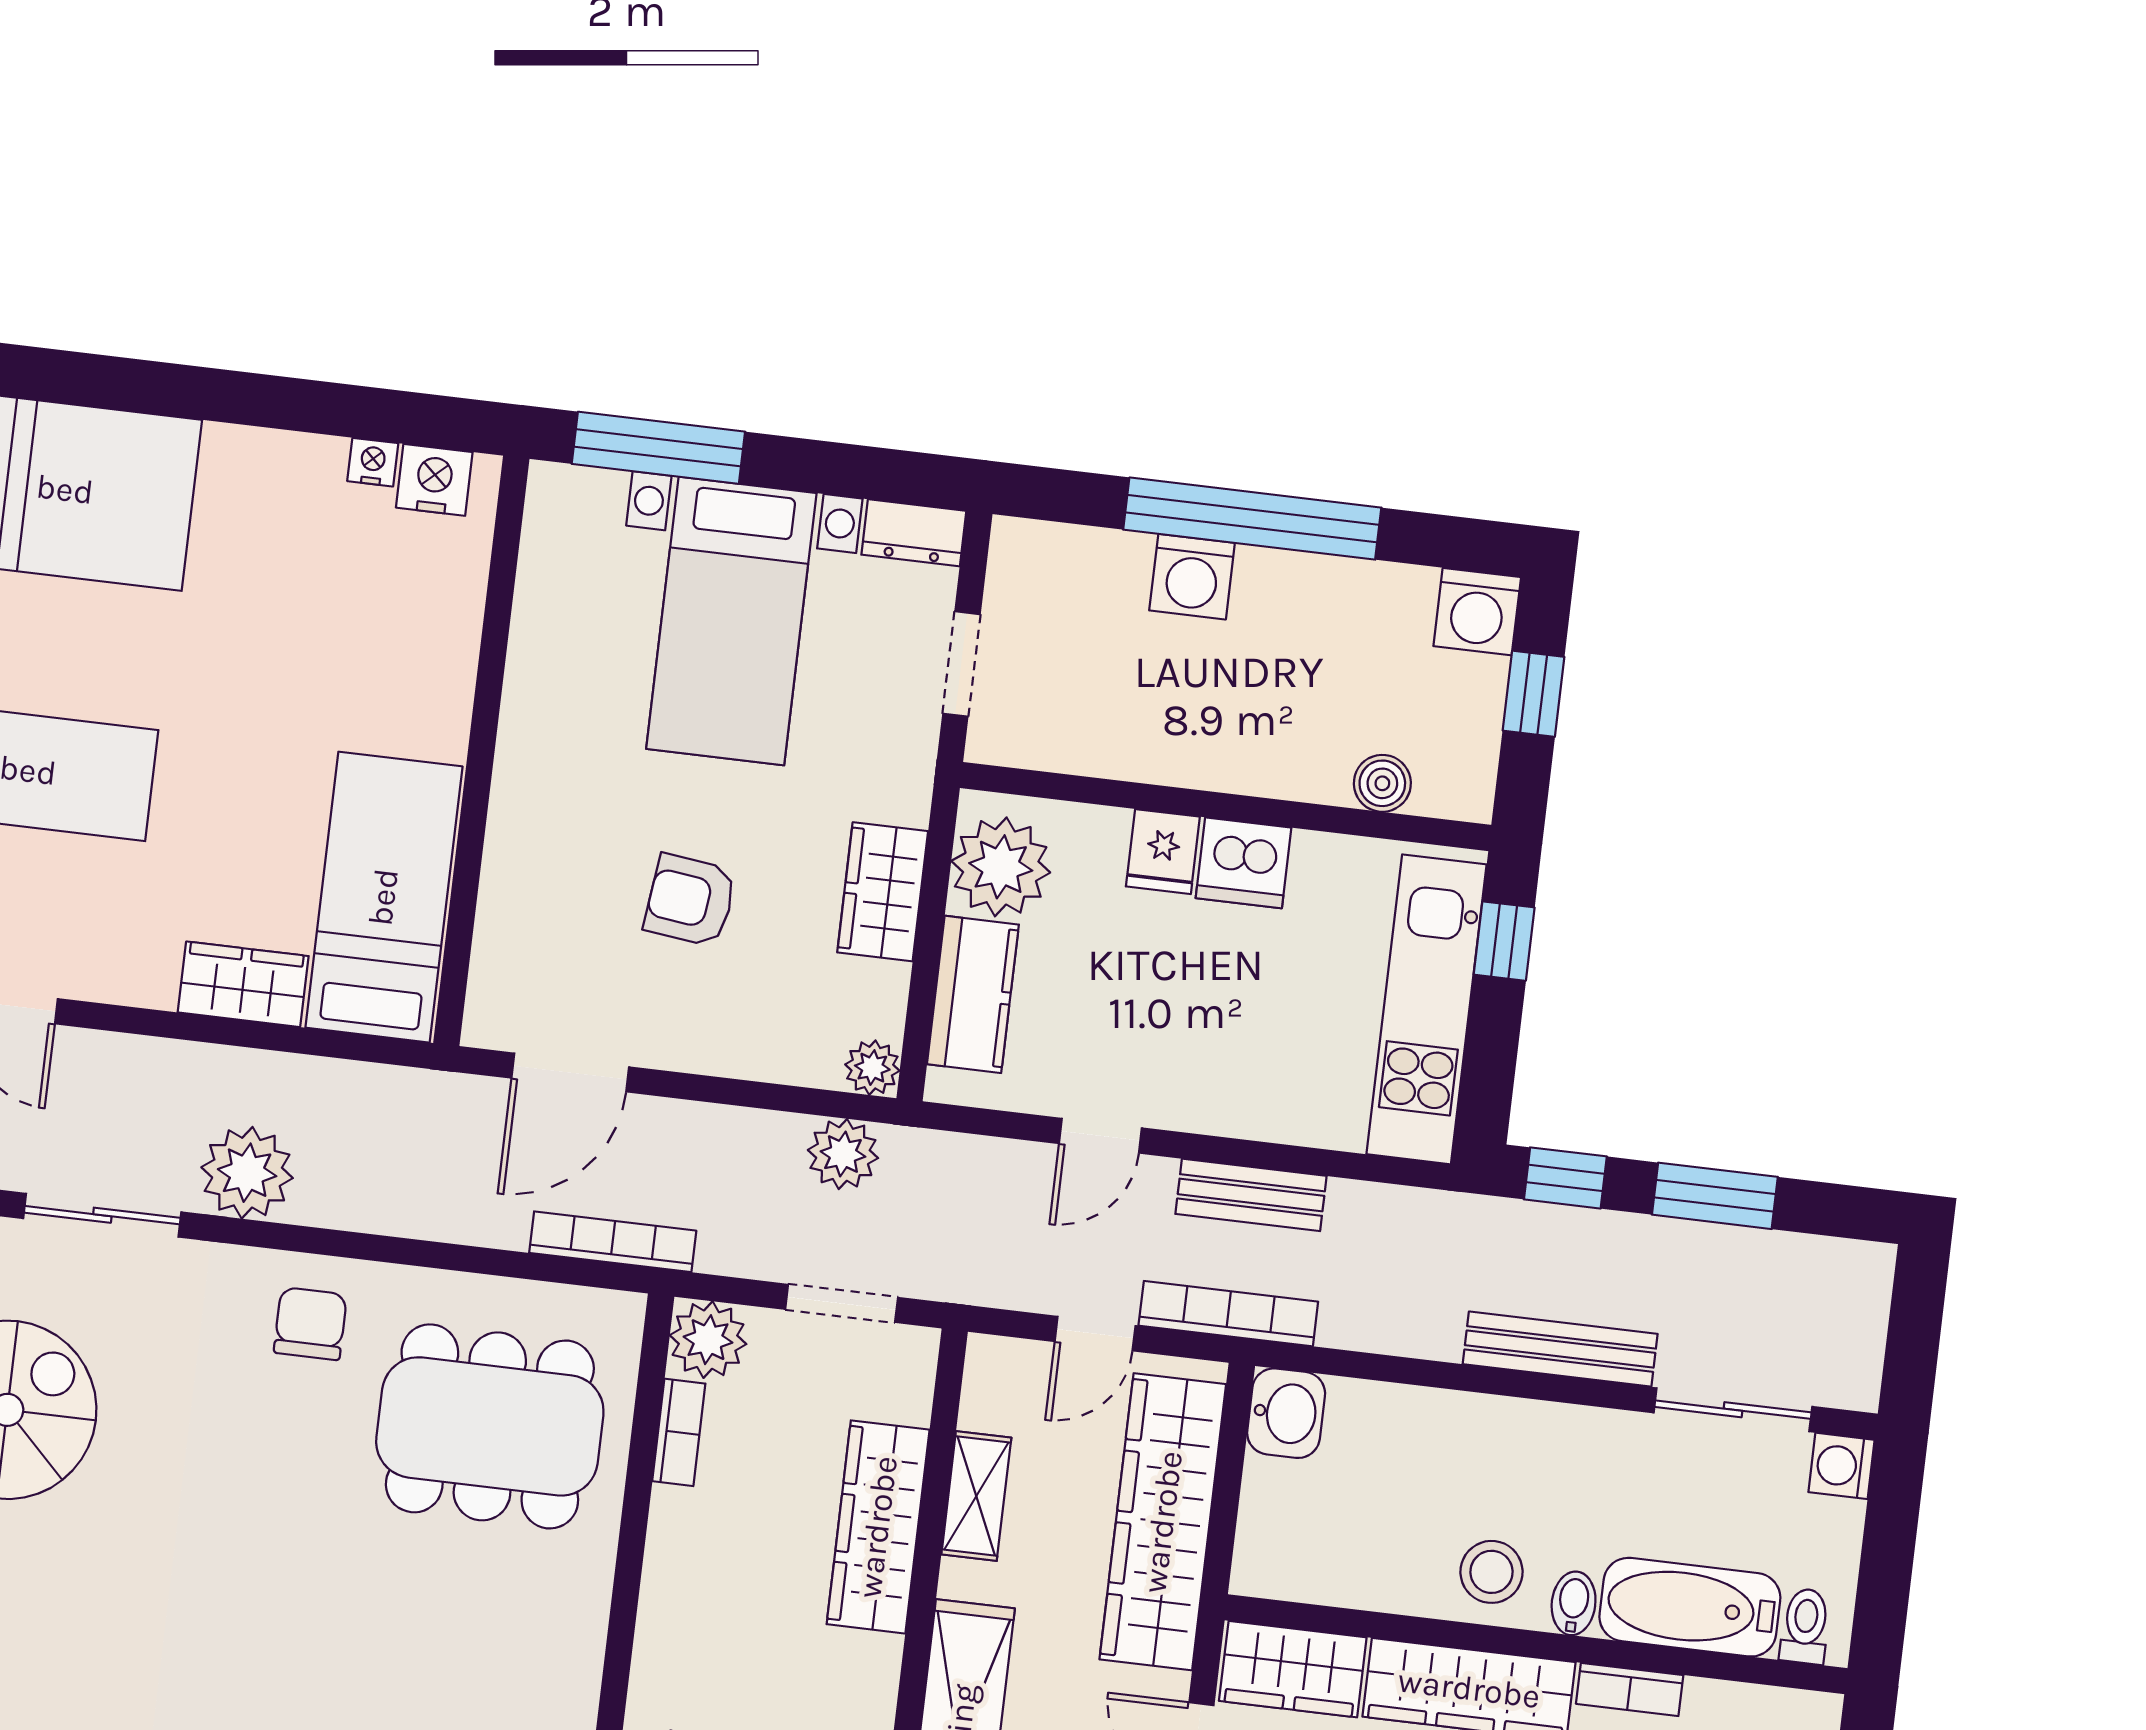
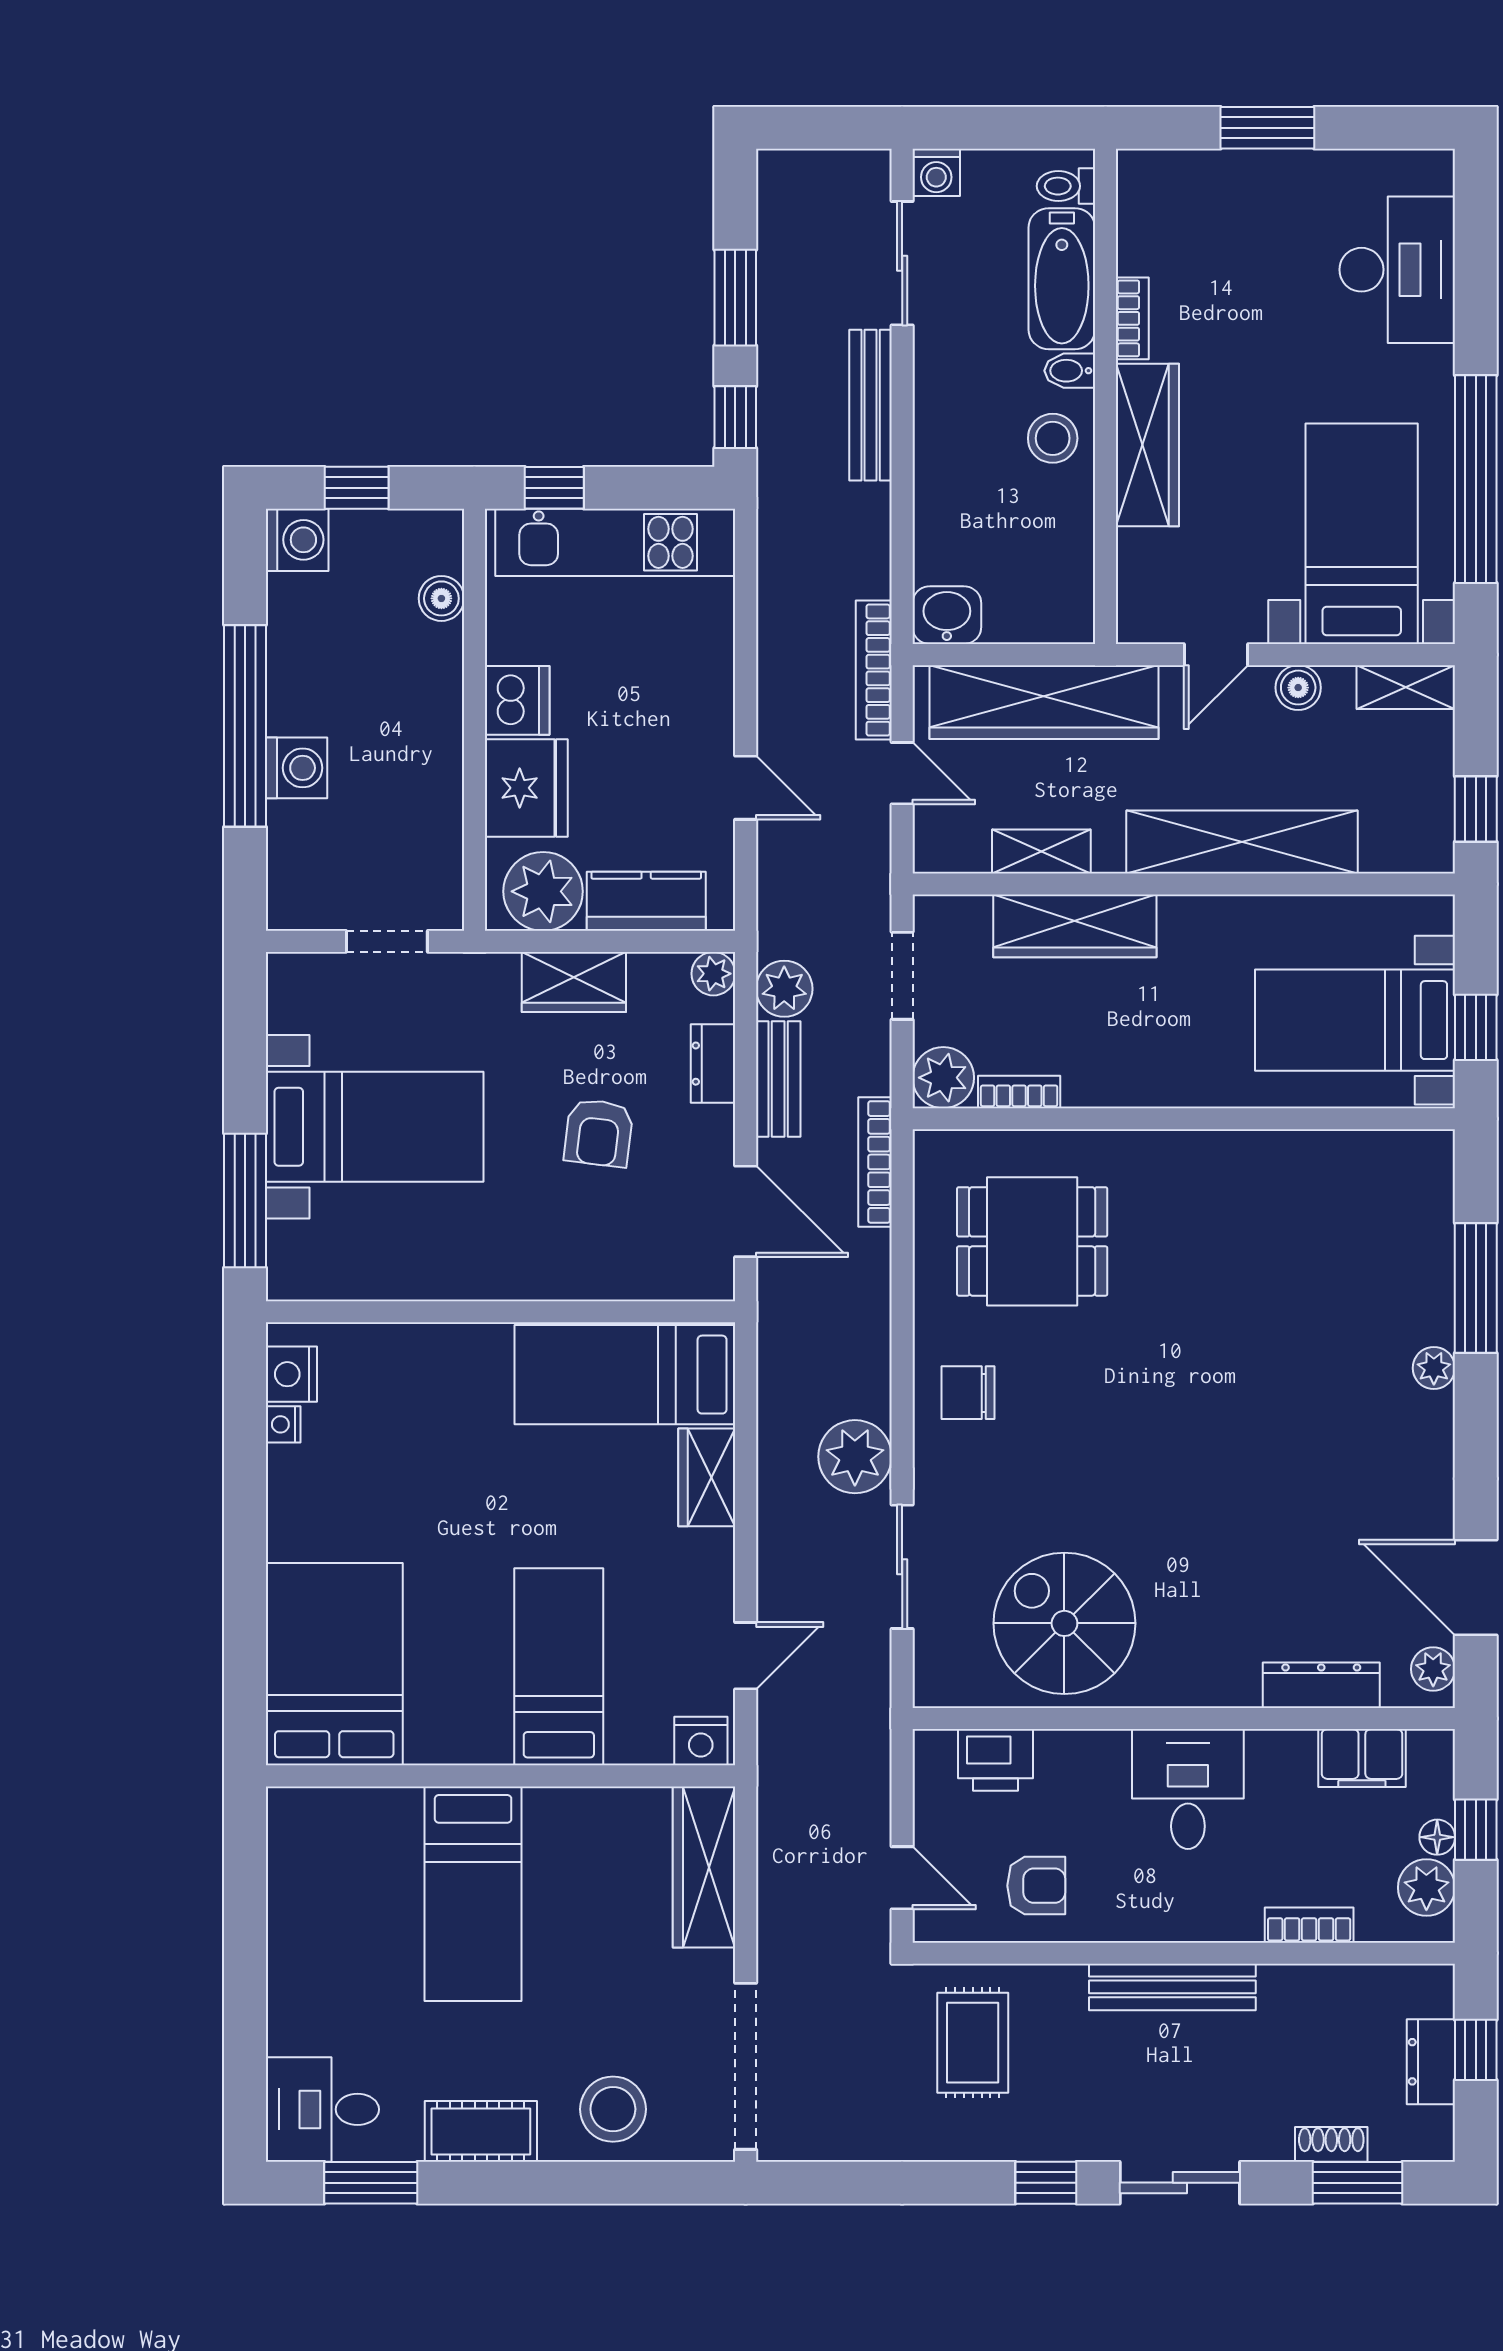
dresser: (914, 533) -> (713, 1064), moved, turned 180
fridge: (1163, 852) -> (526, 788), width x1.88, depth x1.34
bench: (1251, 1195) -> (778, 1079), moved
dining table: (490, 1426) -> (1032, 1241), width x0.73
wardrobe: (1293, 1669) -> (1148, 586), removed

